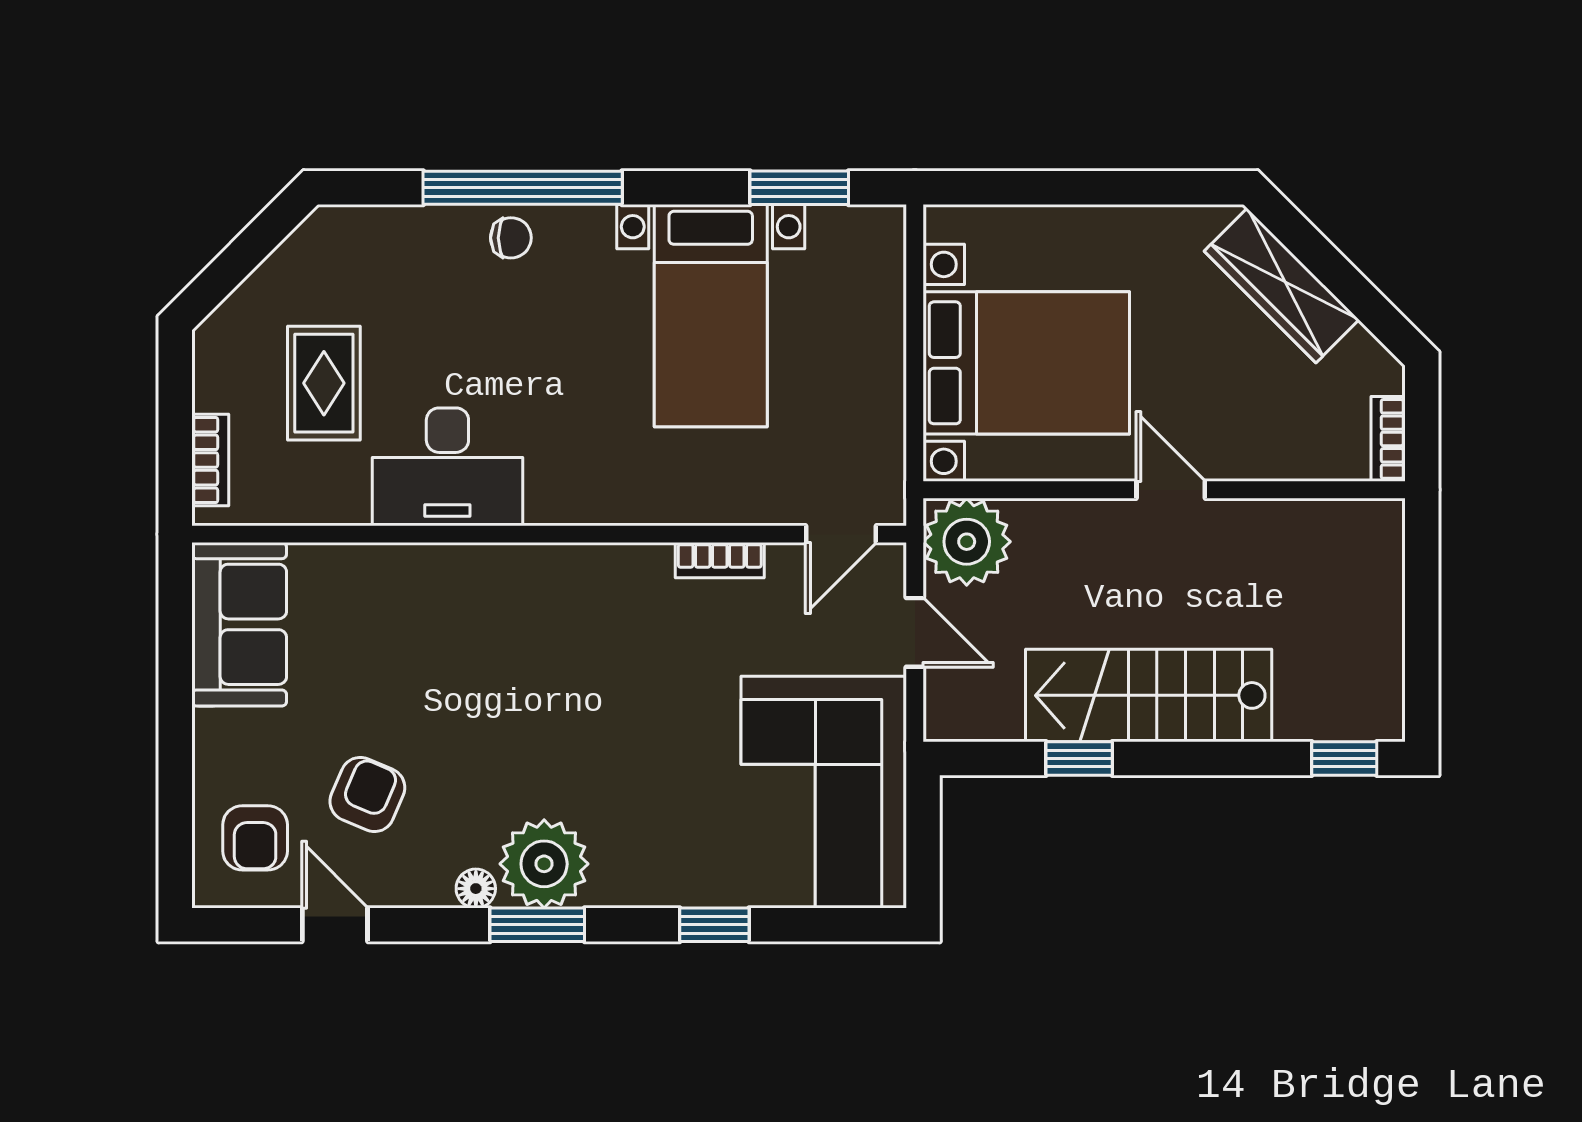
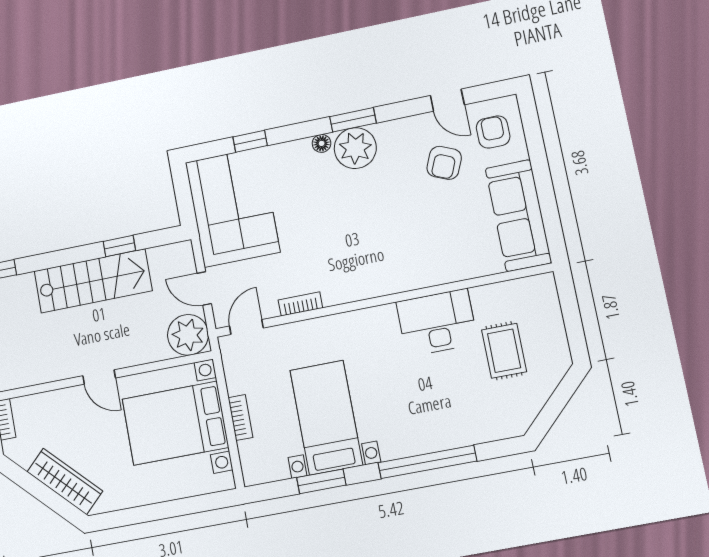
window: (799, 188) -> (321, 481), moved
chair: (511, 238) -> (428, 437), removed
bookcase: (210, 460) -> (240, 418), moved, turned 180
sofa: (239, 624) -> (518, 216), width x1.36
floor lamp: (476, 889) -> (322, 143), moved
window: (714, 925) -> (250, 141), moved

